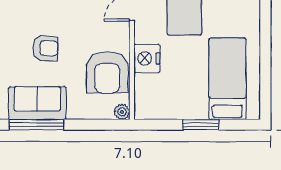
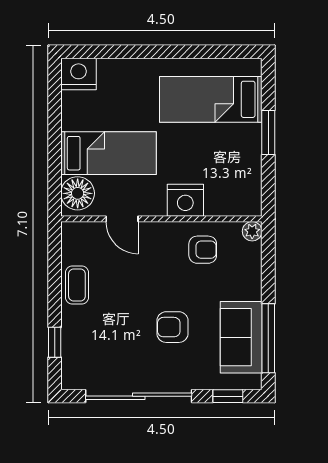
armchair: (45, 48) -> (172, 327), turned -92
armchair: (107, 72) -> (203, 250), width x0.53, depth x0.53

